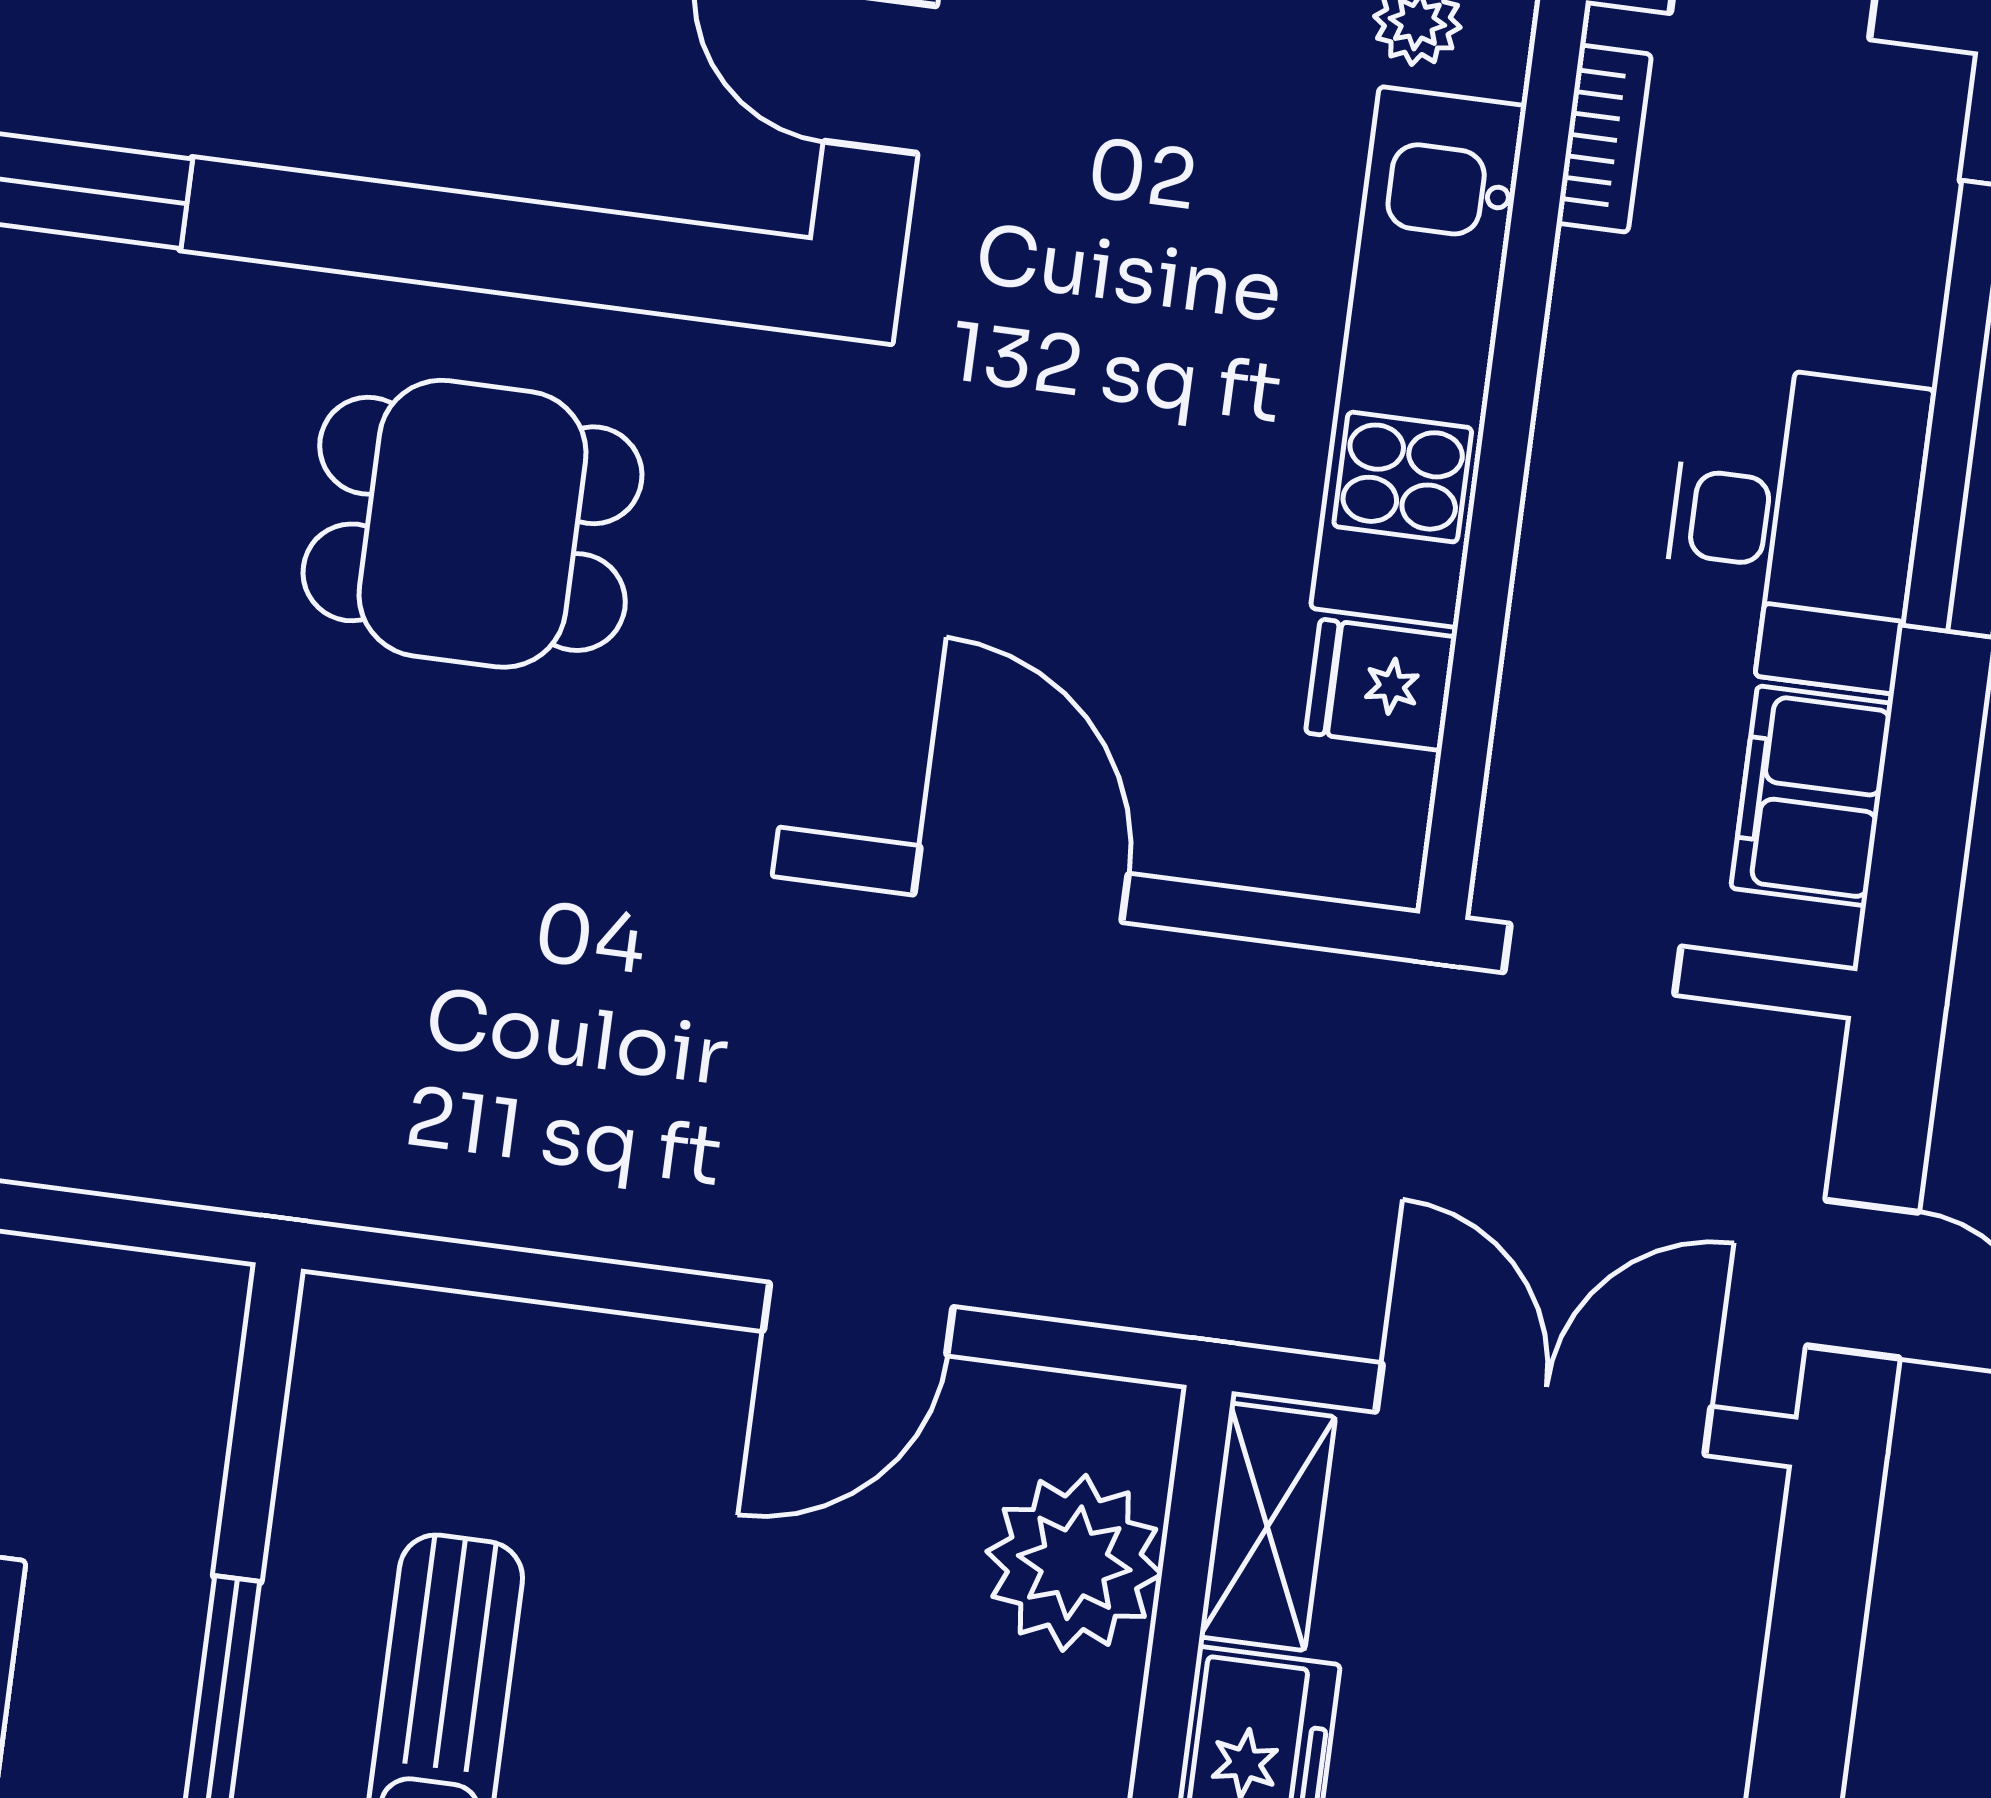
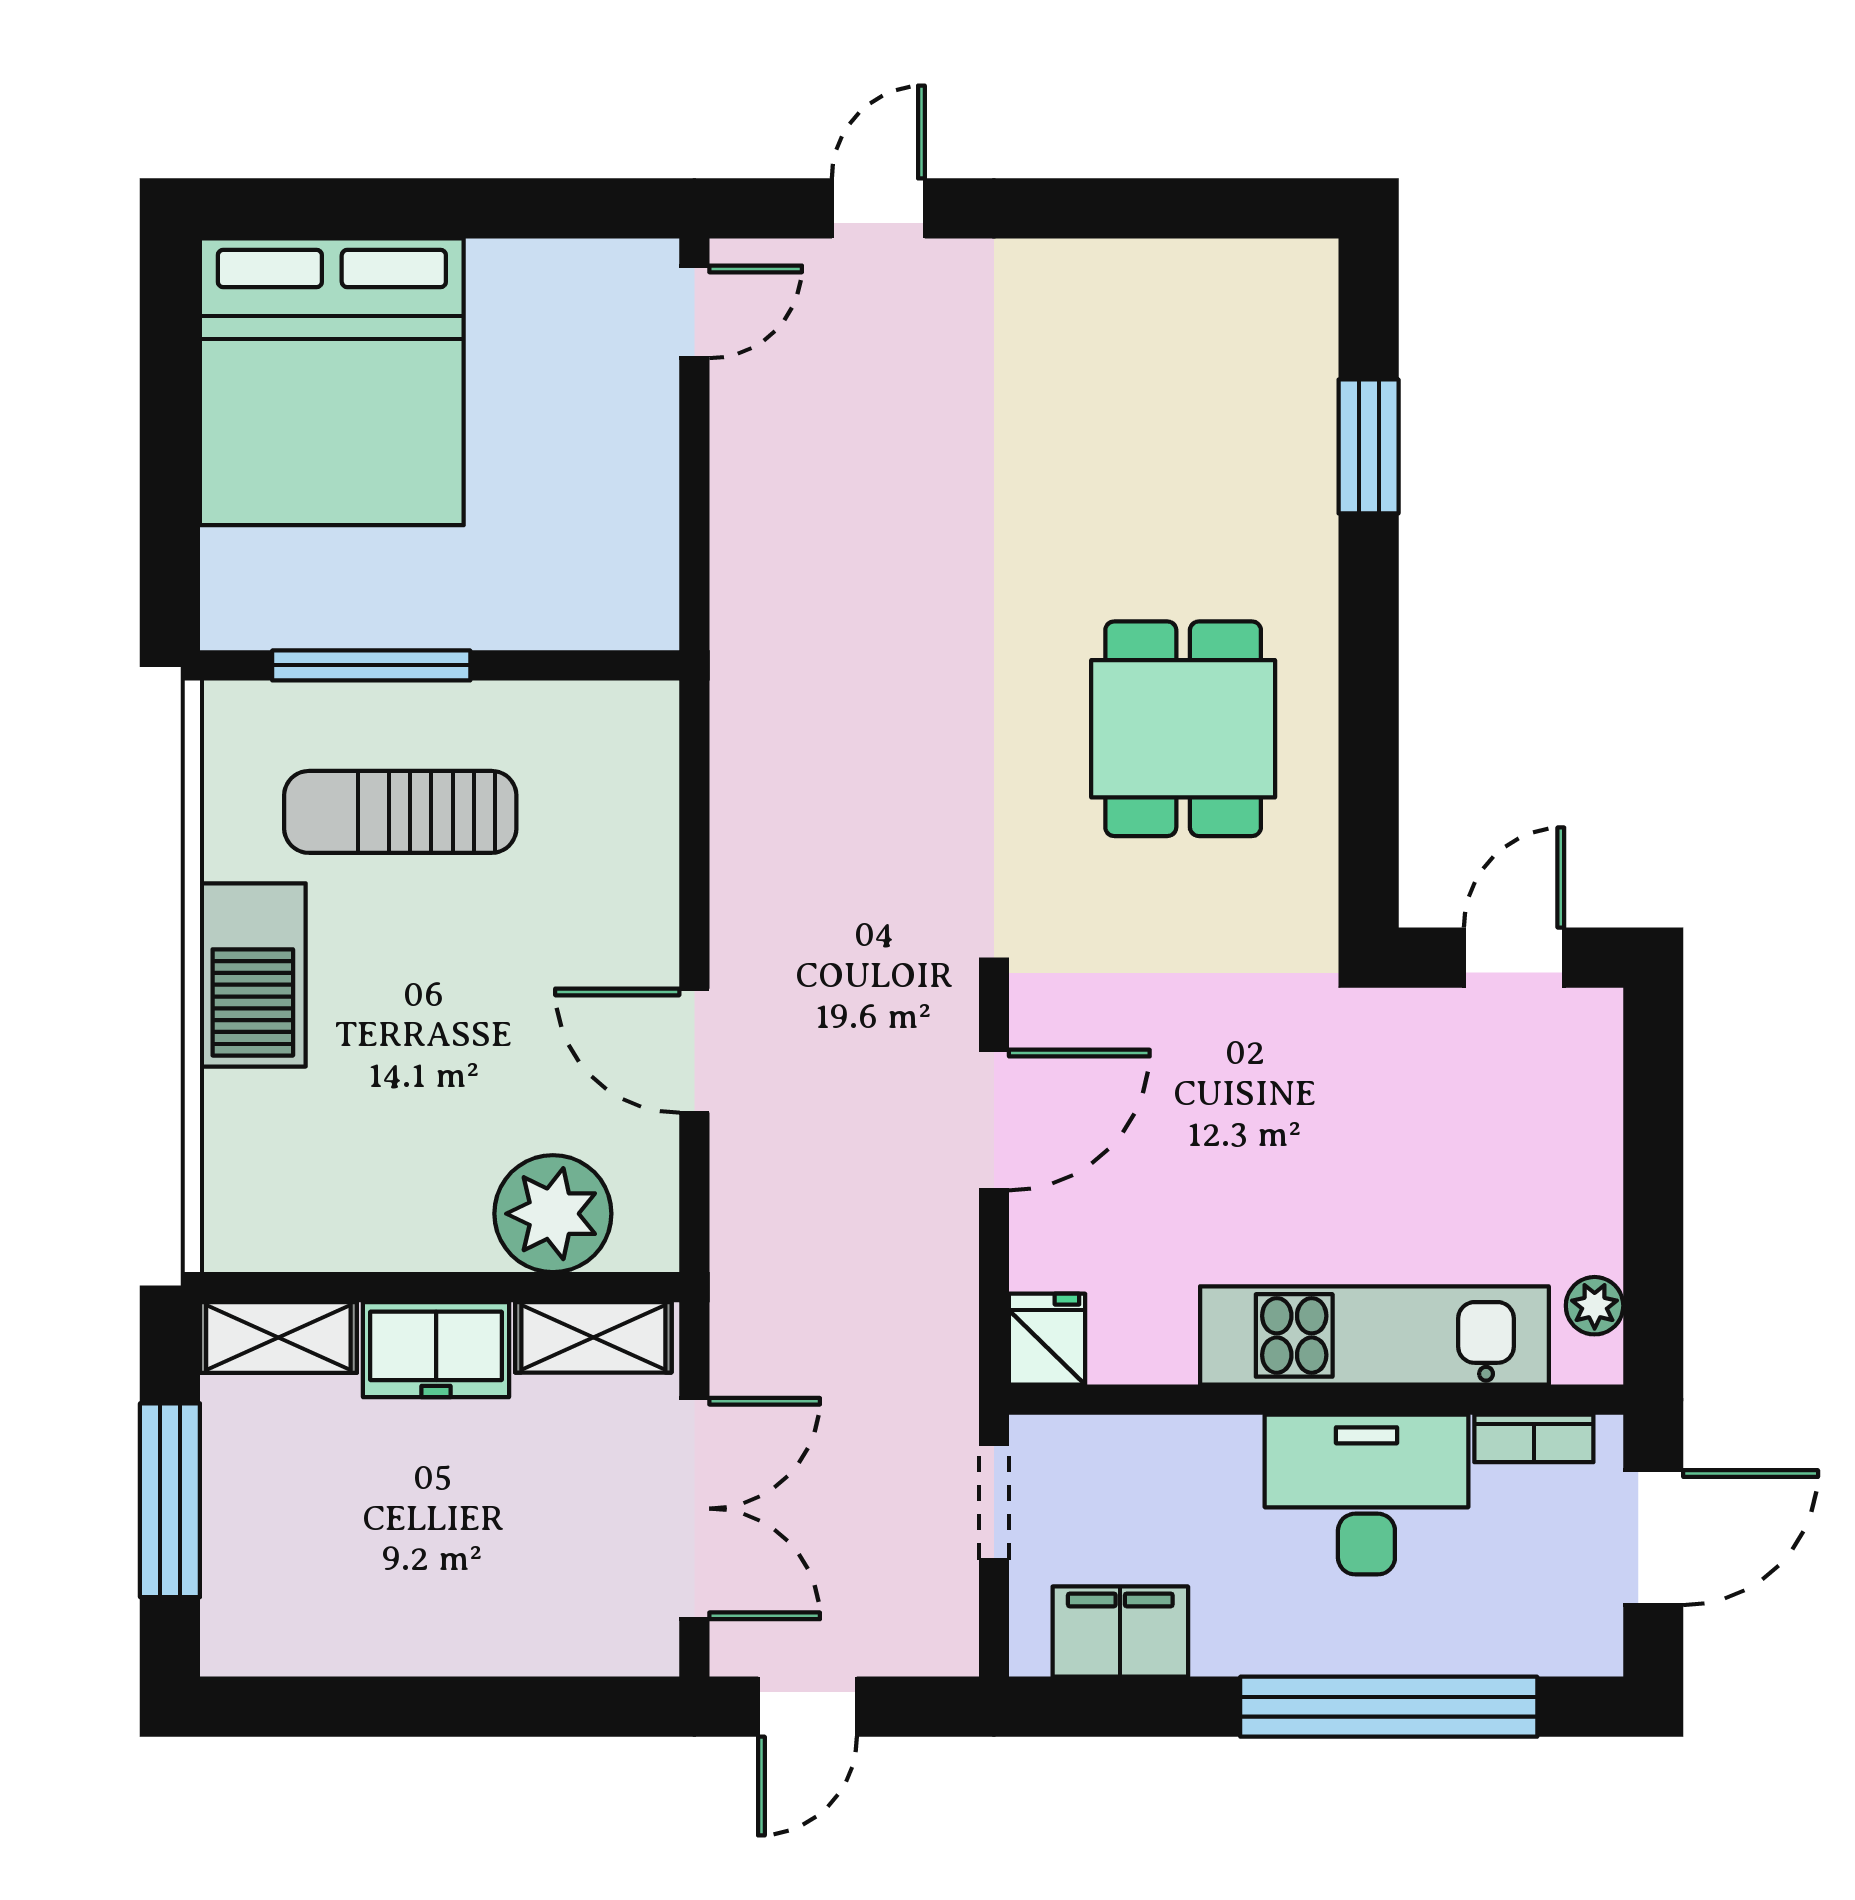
desk: (1794, 526) -> (1366, 1494), moved, turned 180
fridge: (1381, 685) -> (1047, 1339), moved

